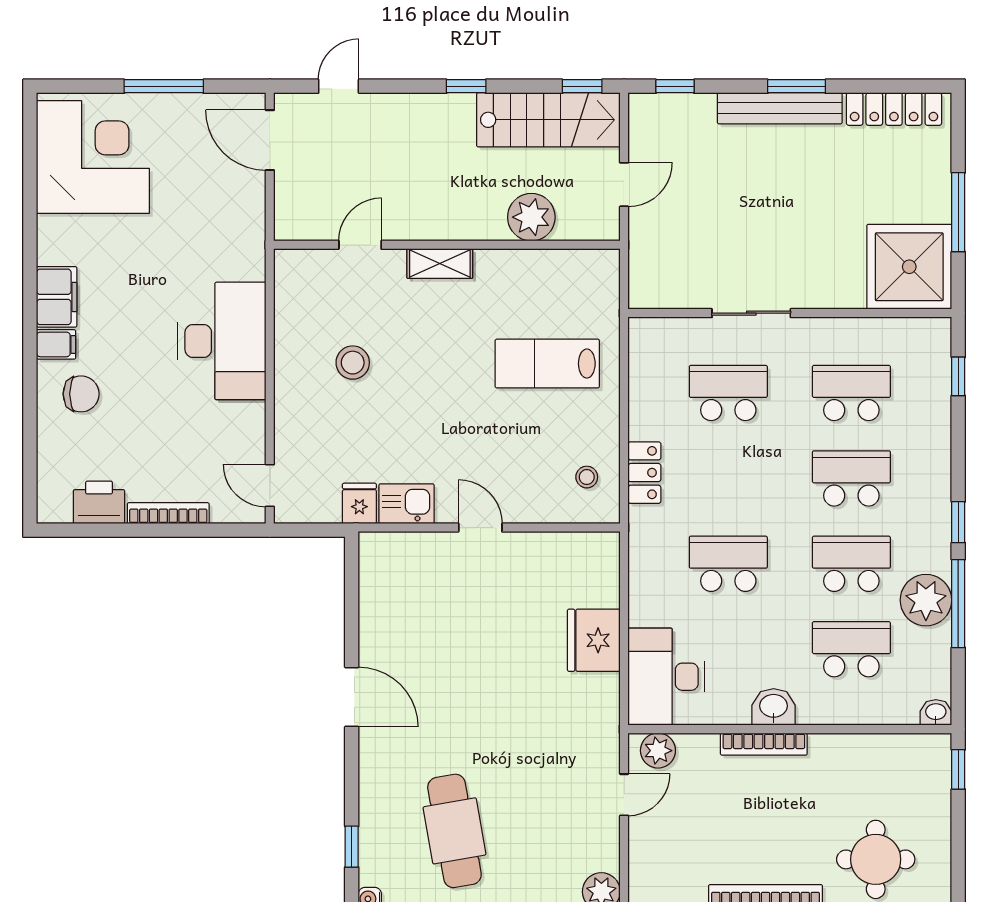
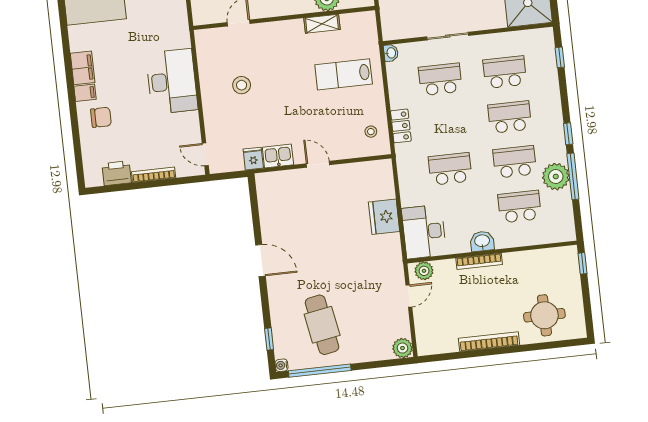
shelving: (440, 264) -> (322, 24), moved
washbasin: (936, 712) -> (391, 53), moved, turned 90

